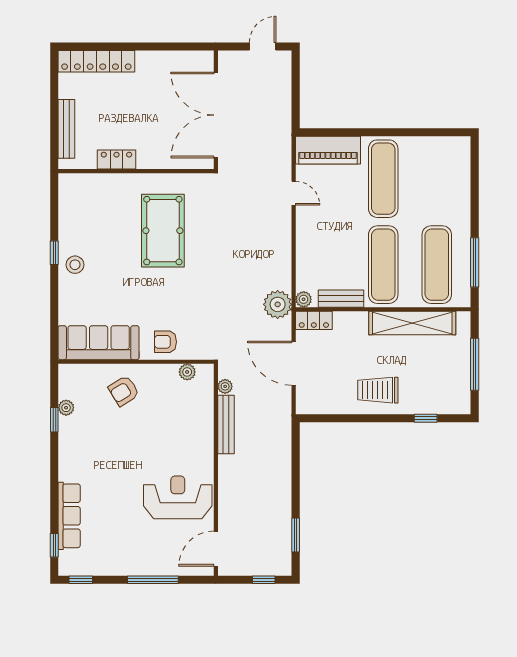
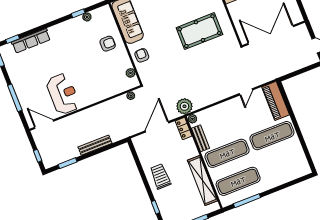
armchair: (124, 391) -> (108, 44), turned 122
bench: (226, 425) -> (95, 145), moved

